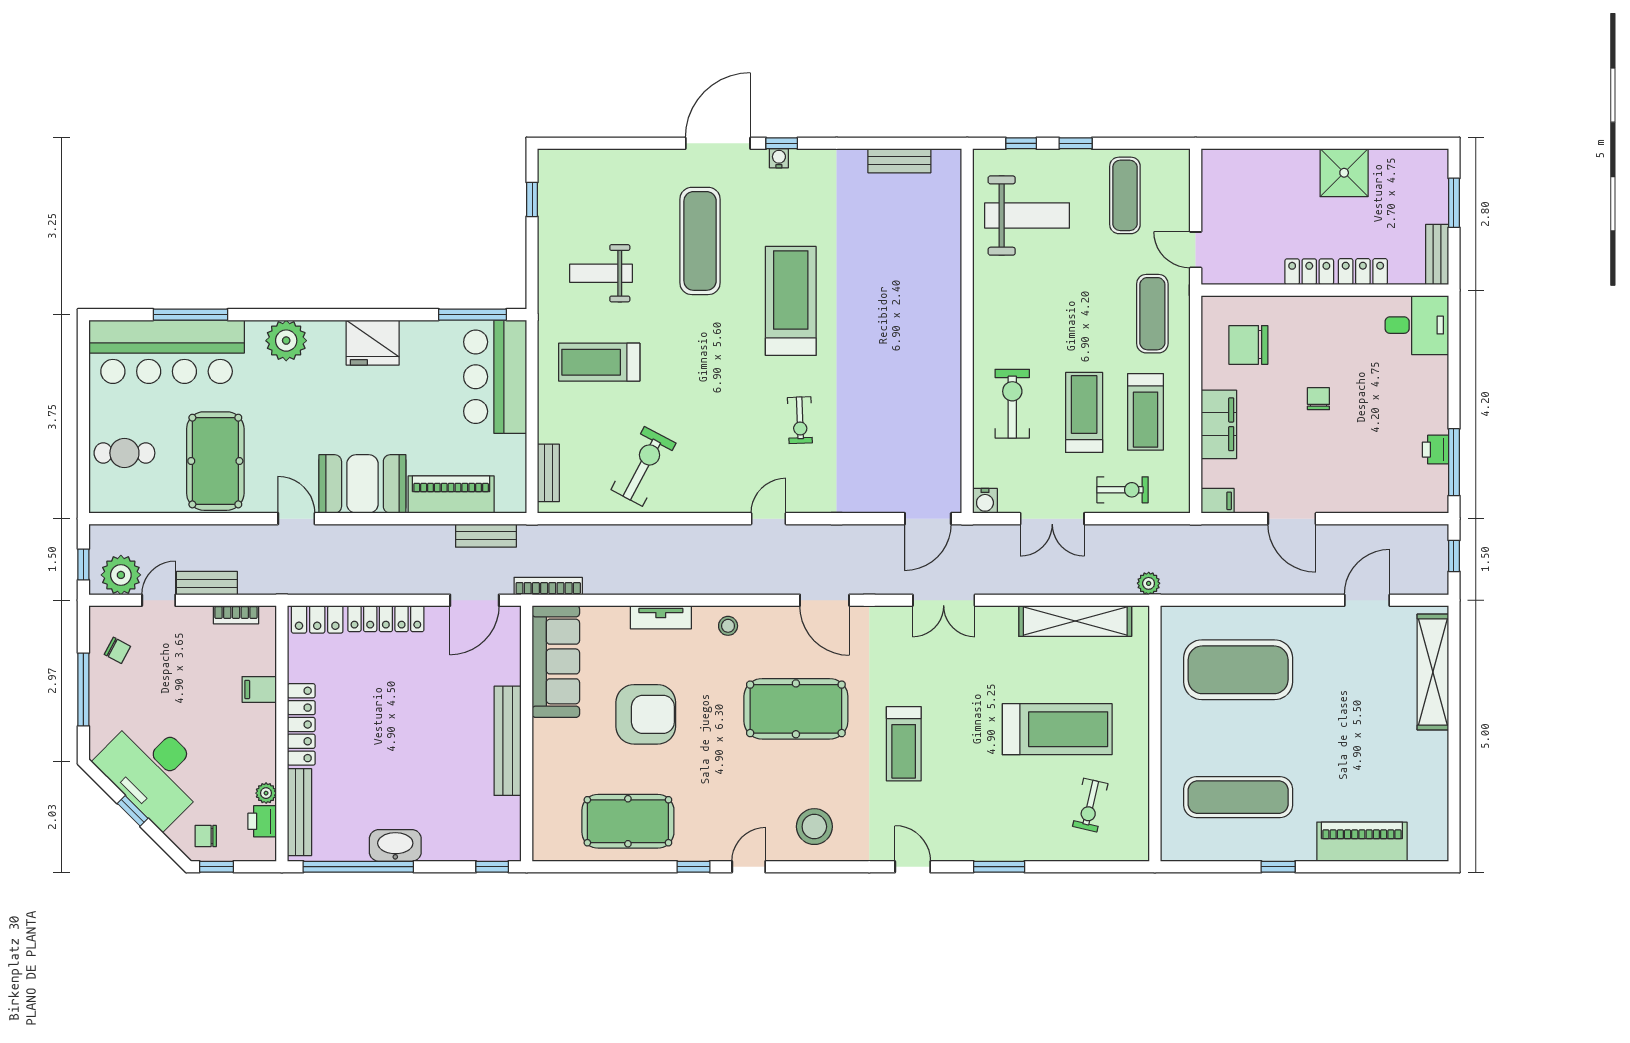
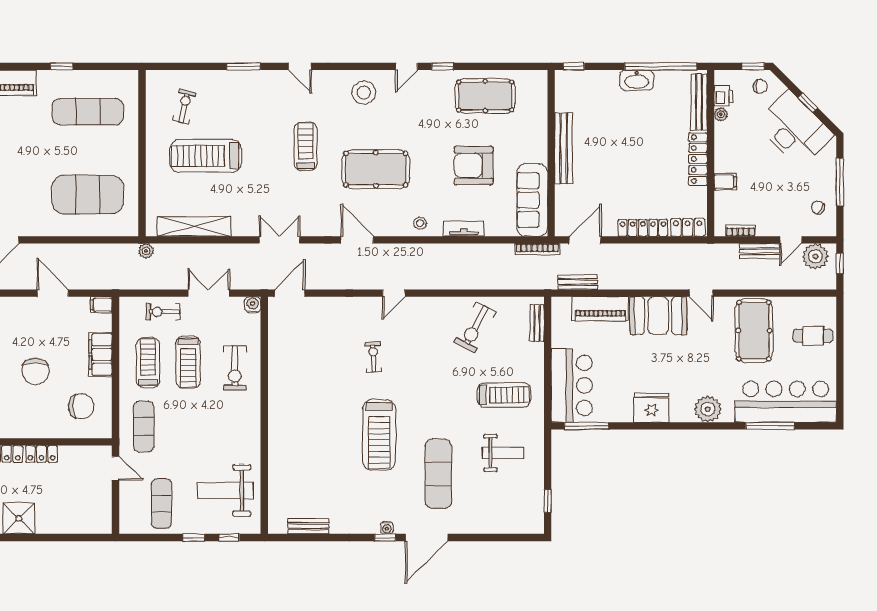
chair: (1318, 399) -> (36, 371), width x1.87, depth x1.87

